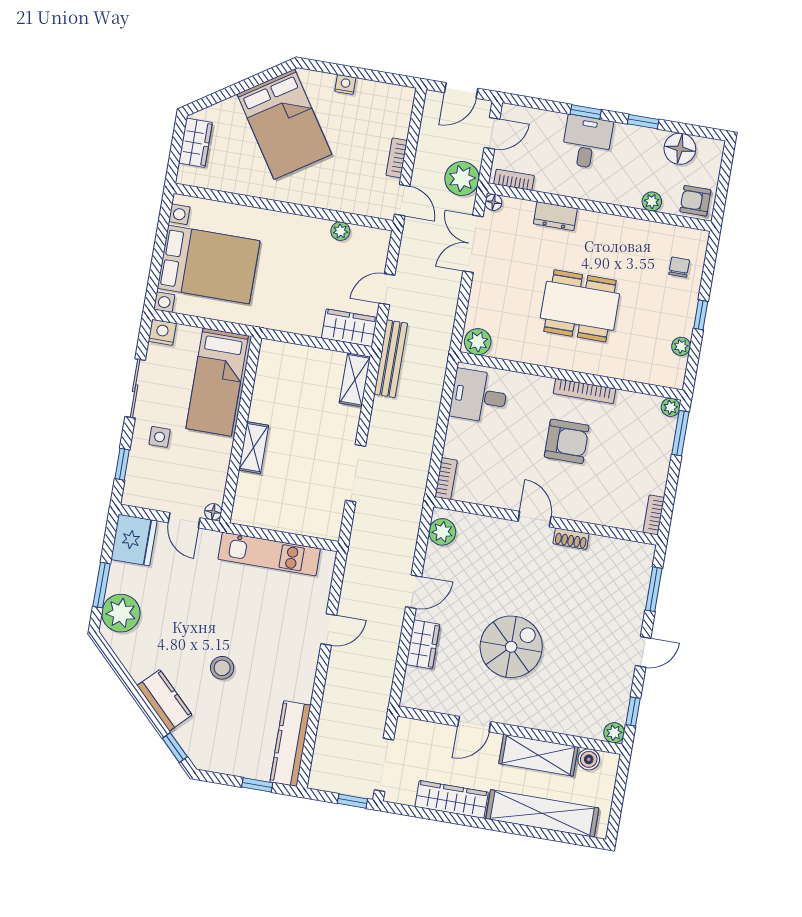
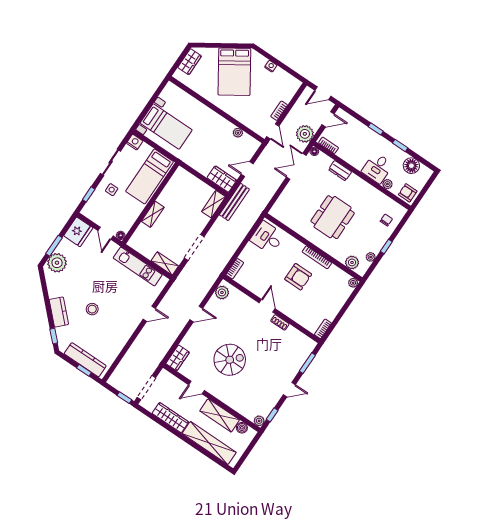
desk: (587, 142) -> (377, 168), moved, turned 180
bed with nightstands: (209, 264) -> (166, 126), width x0.73
dining table: (580, 306) -> (333, 217), turned 90
plant: (478, 342) -> (352, 262), moved
window: (680, 433) -> (352, 297), removed
shelving: (316, 526) -> (165, 263), added
wardrobe: (423, 644) -> (178, 358), moved
kitchen counter: (290, 744) -> (85, 360), moved, turned 90

